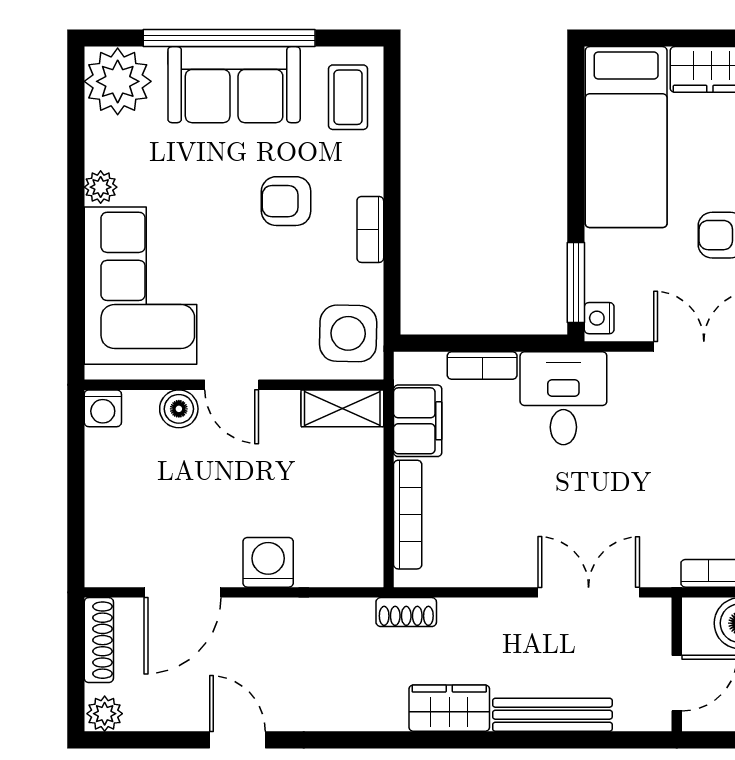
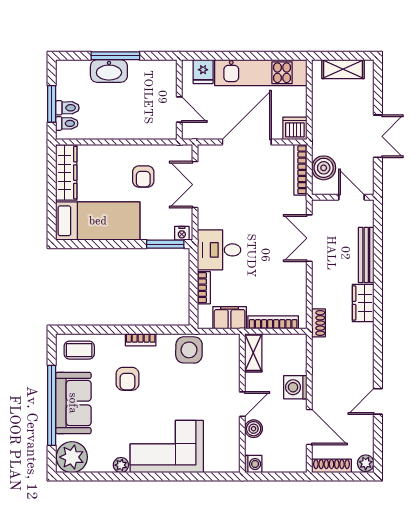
door: (232, 385) -> (242, 404), moved
wall: (234, 385) -> (242, 403), moved
washing machine: (103, 408) -> (253, 464), moved
shelving: (342, 408) -> (253, 353), moved
boiler: (179, 409) -> (254, 429), moved

